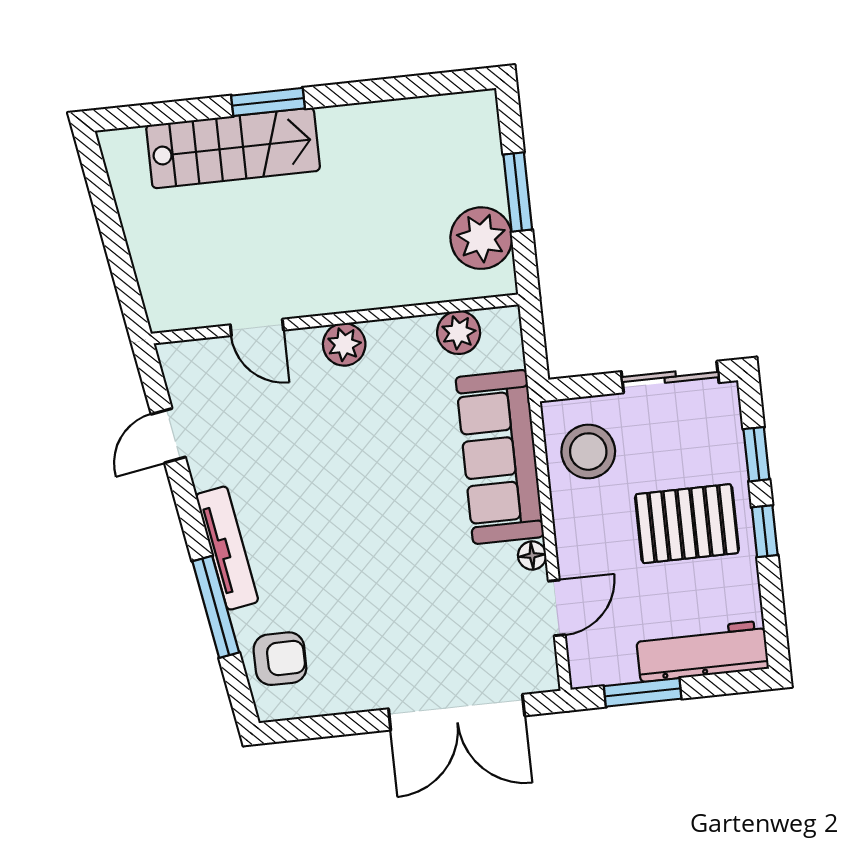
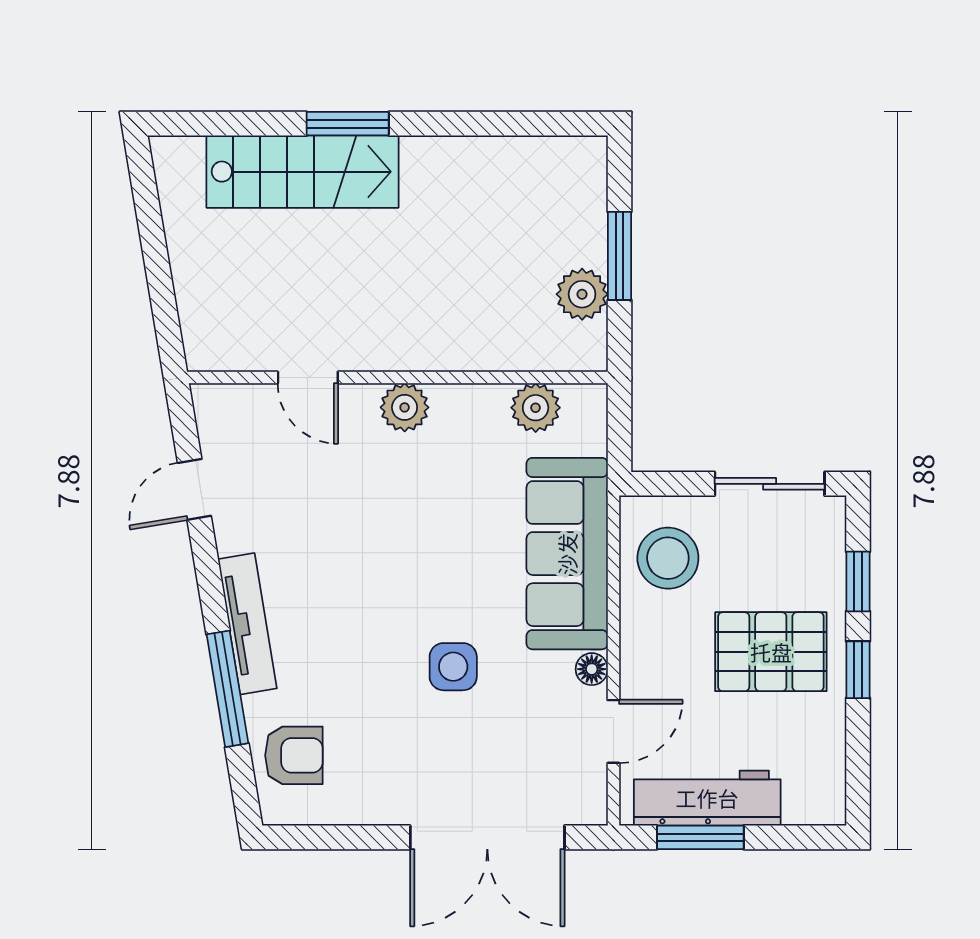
plant: (481, 238) -> (582, 294), width x0.73, depth x0.73
side table: (411, 566) -> (453, 667), added
workbench: (702, 651) -> (707, 798), moved

